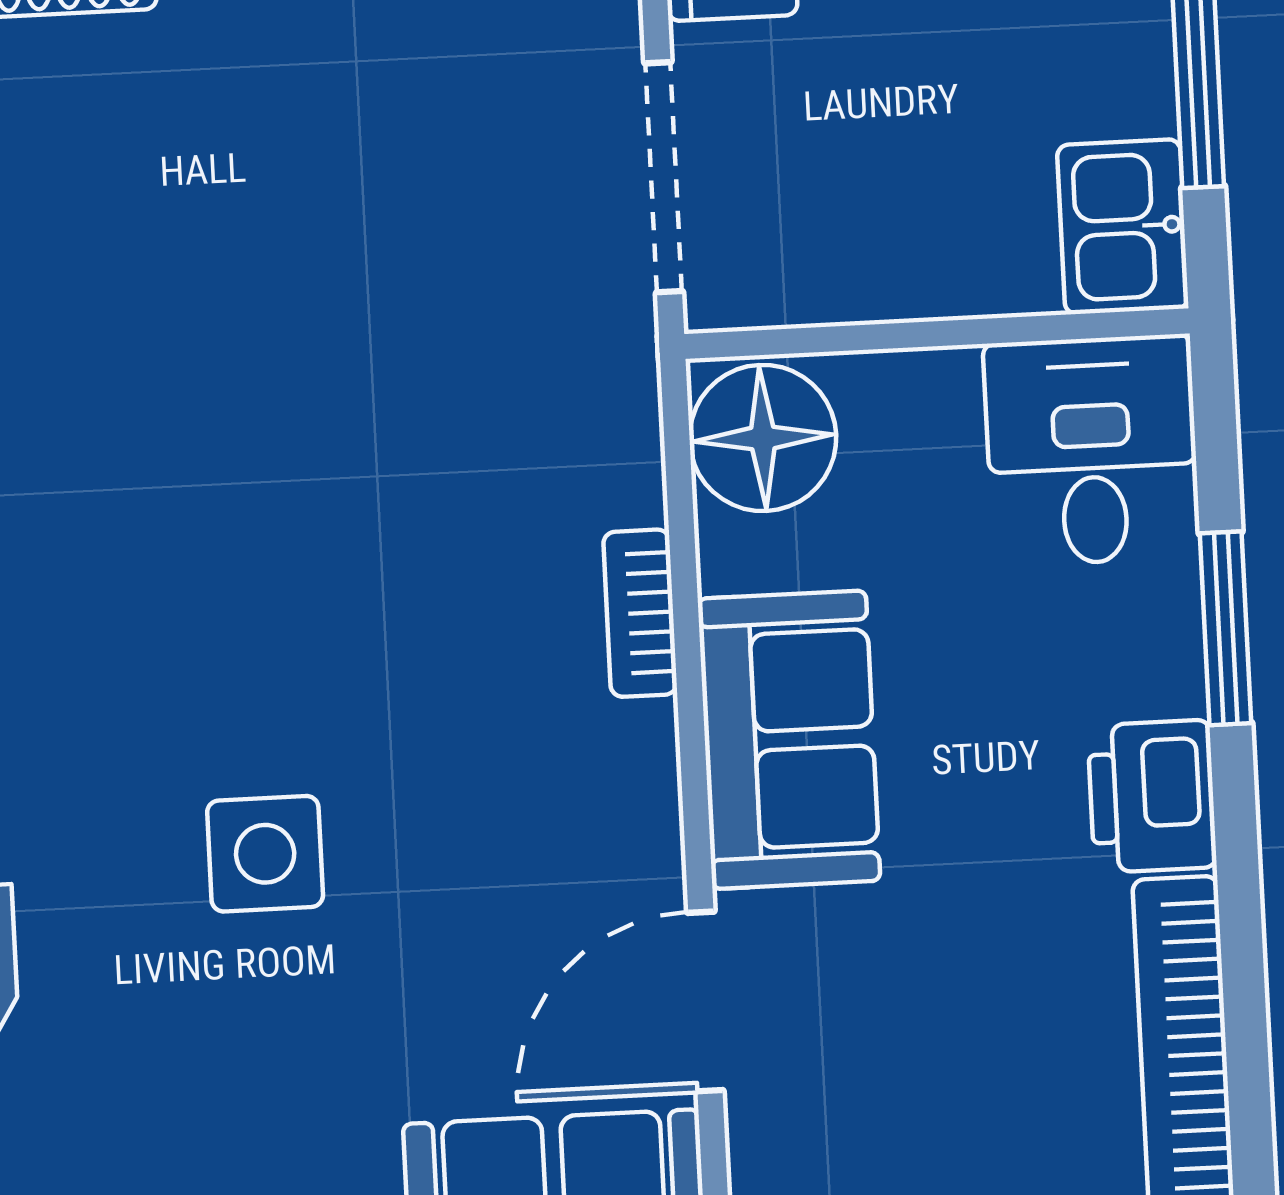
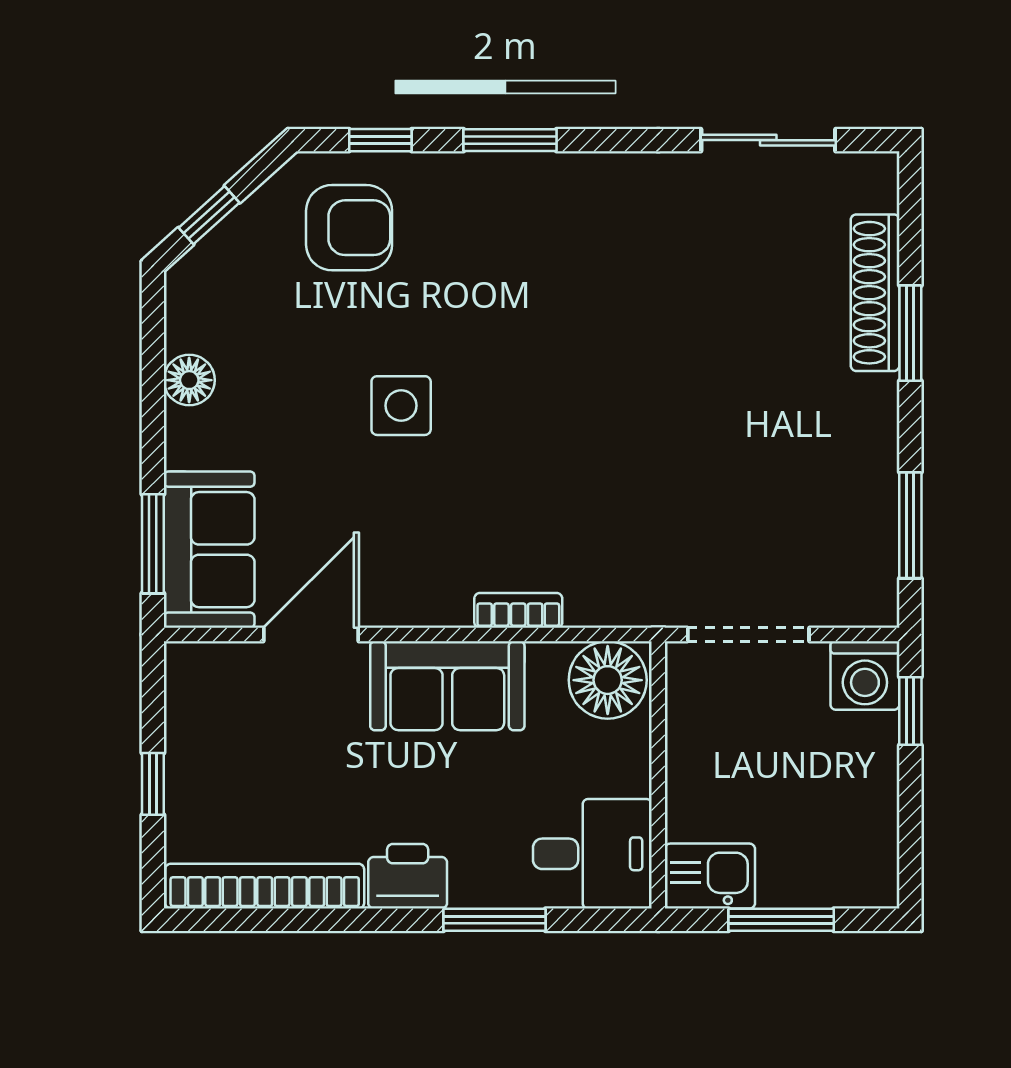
door: (705, 1001) -> (311, 635), hinge flipped

